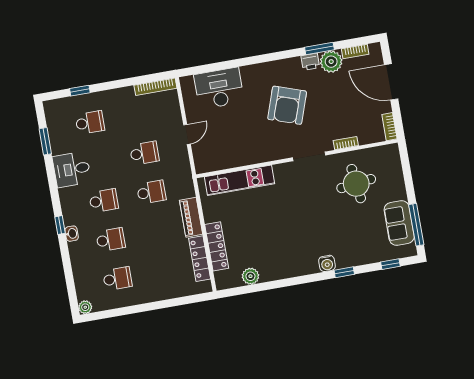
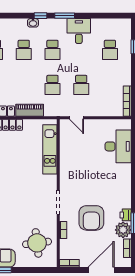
armchair: (287, 105) -> (91, 218), moved, turned -109
door: (187, 134) -> (77, 118), moved
window: (45, 141) -> (65, 16), moved
round table: (356, 184) -> (37, 243), moved

